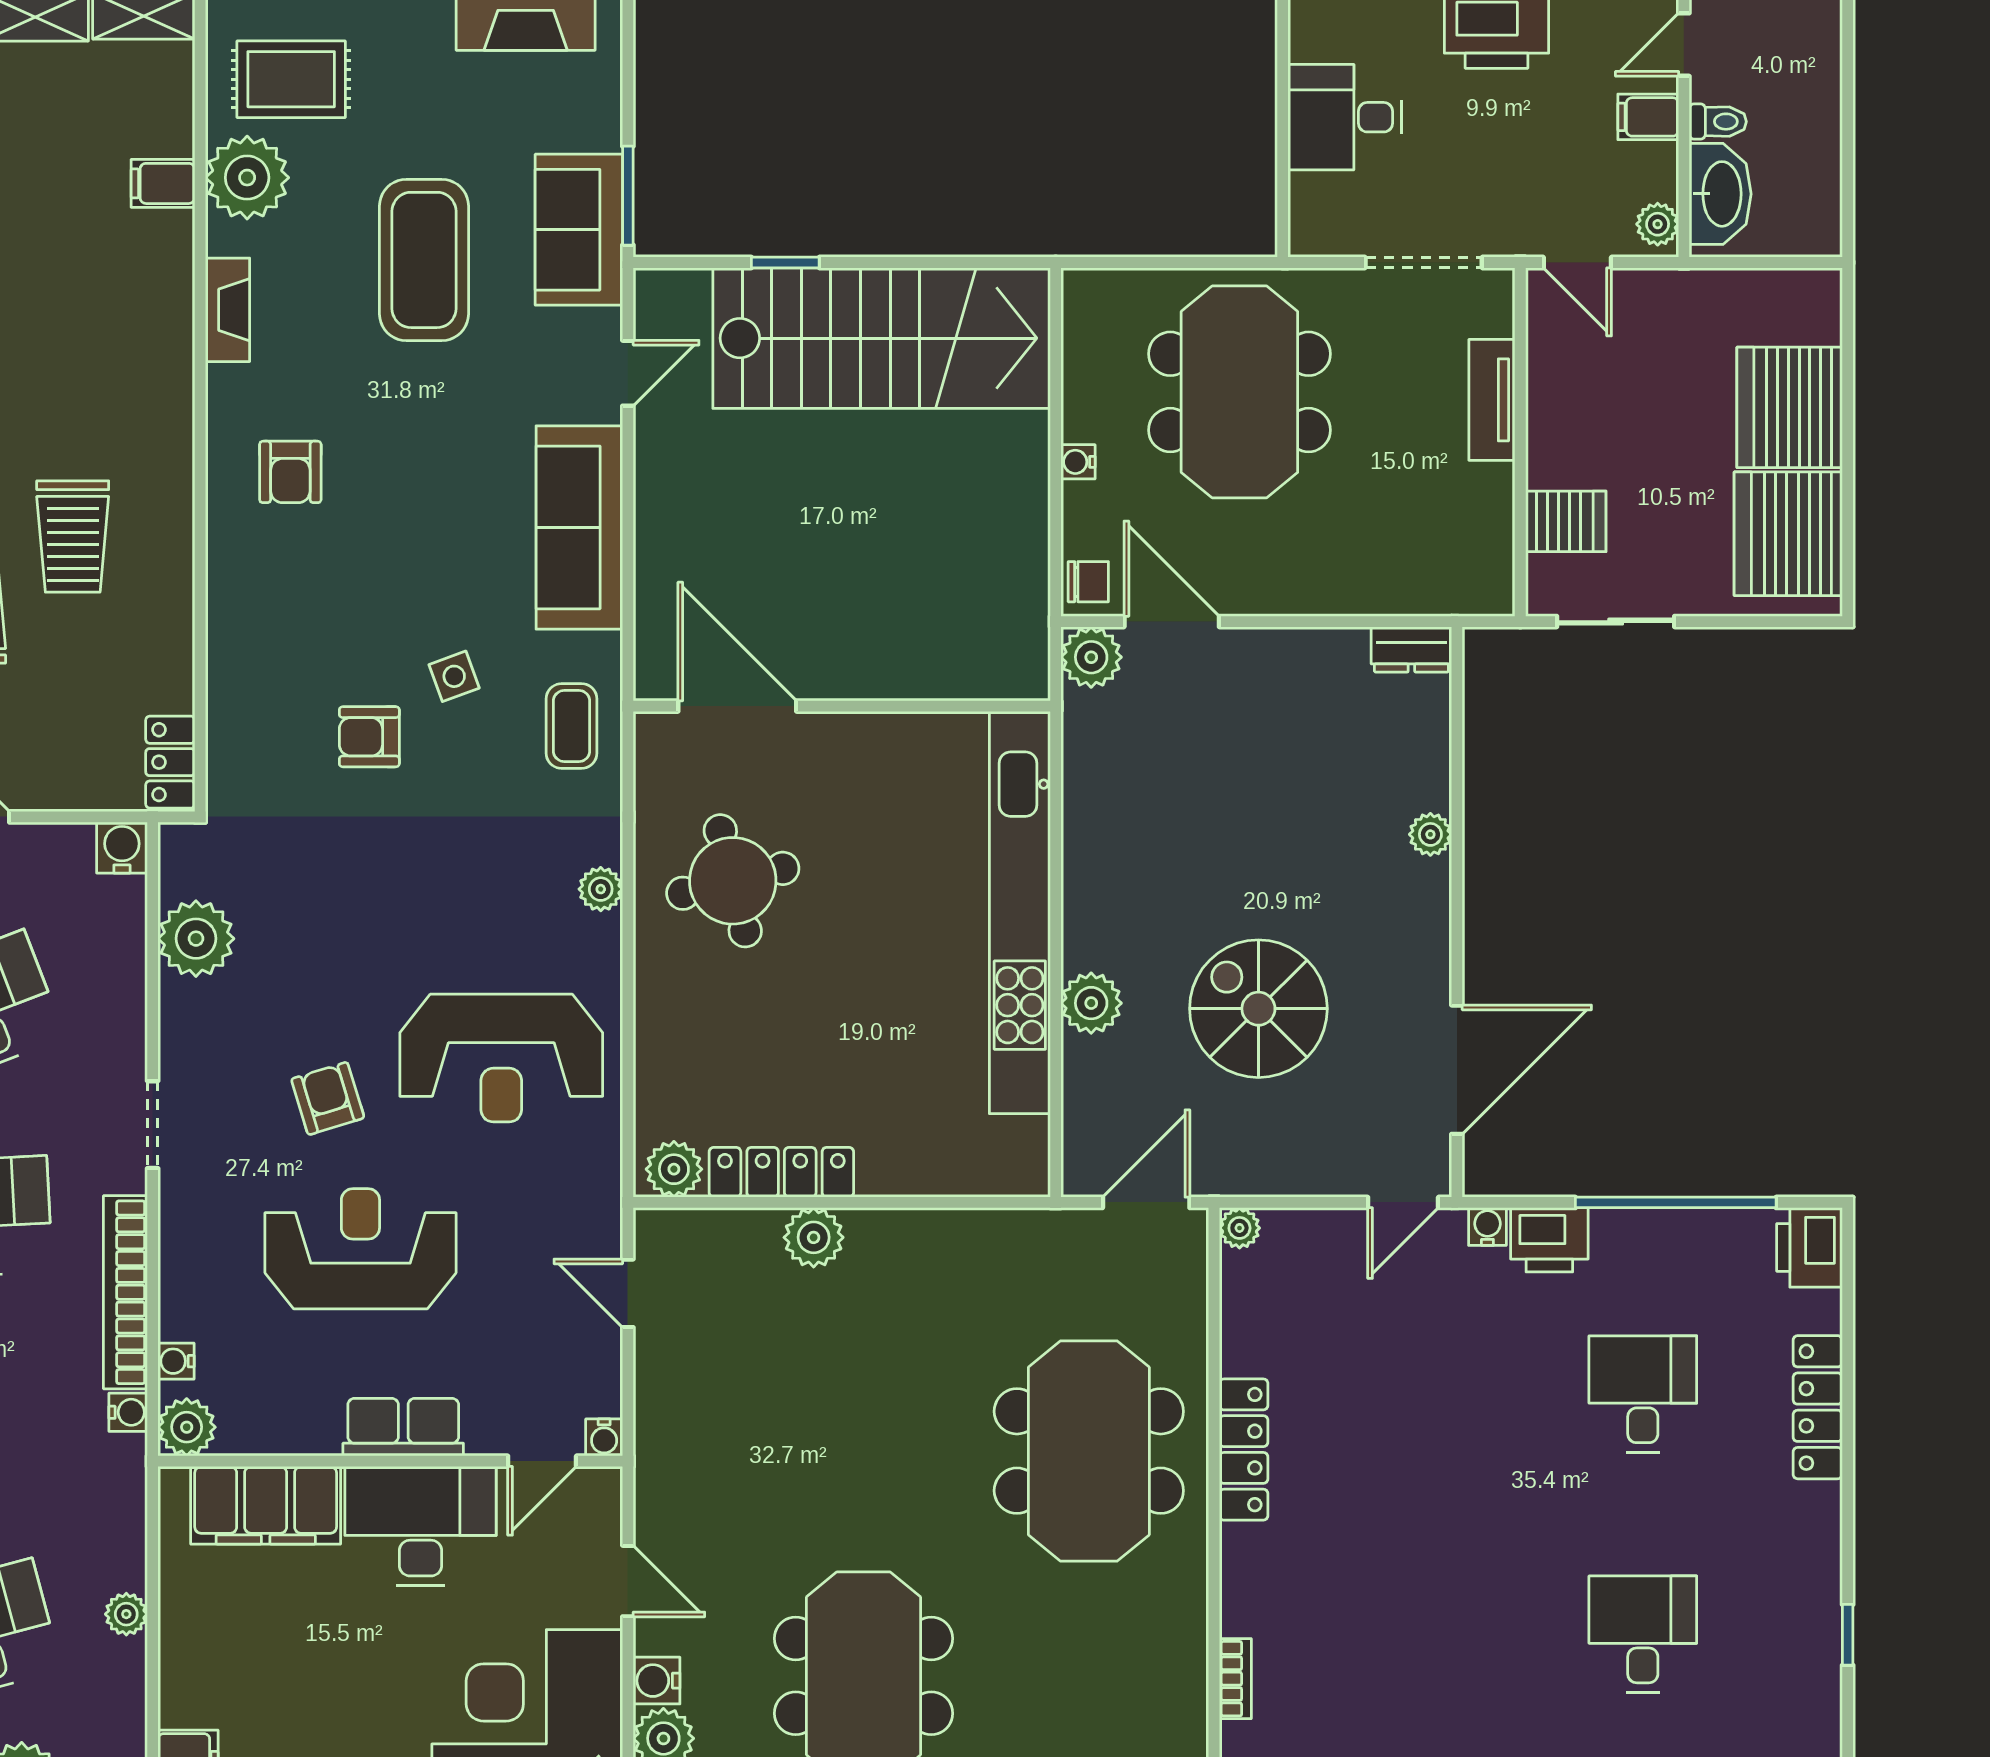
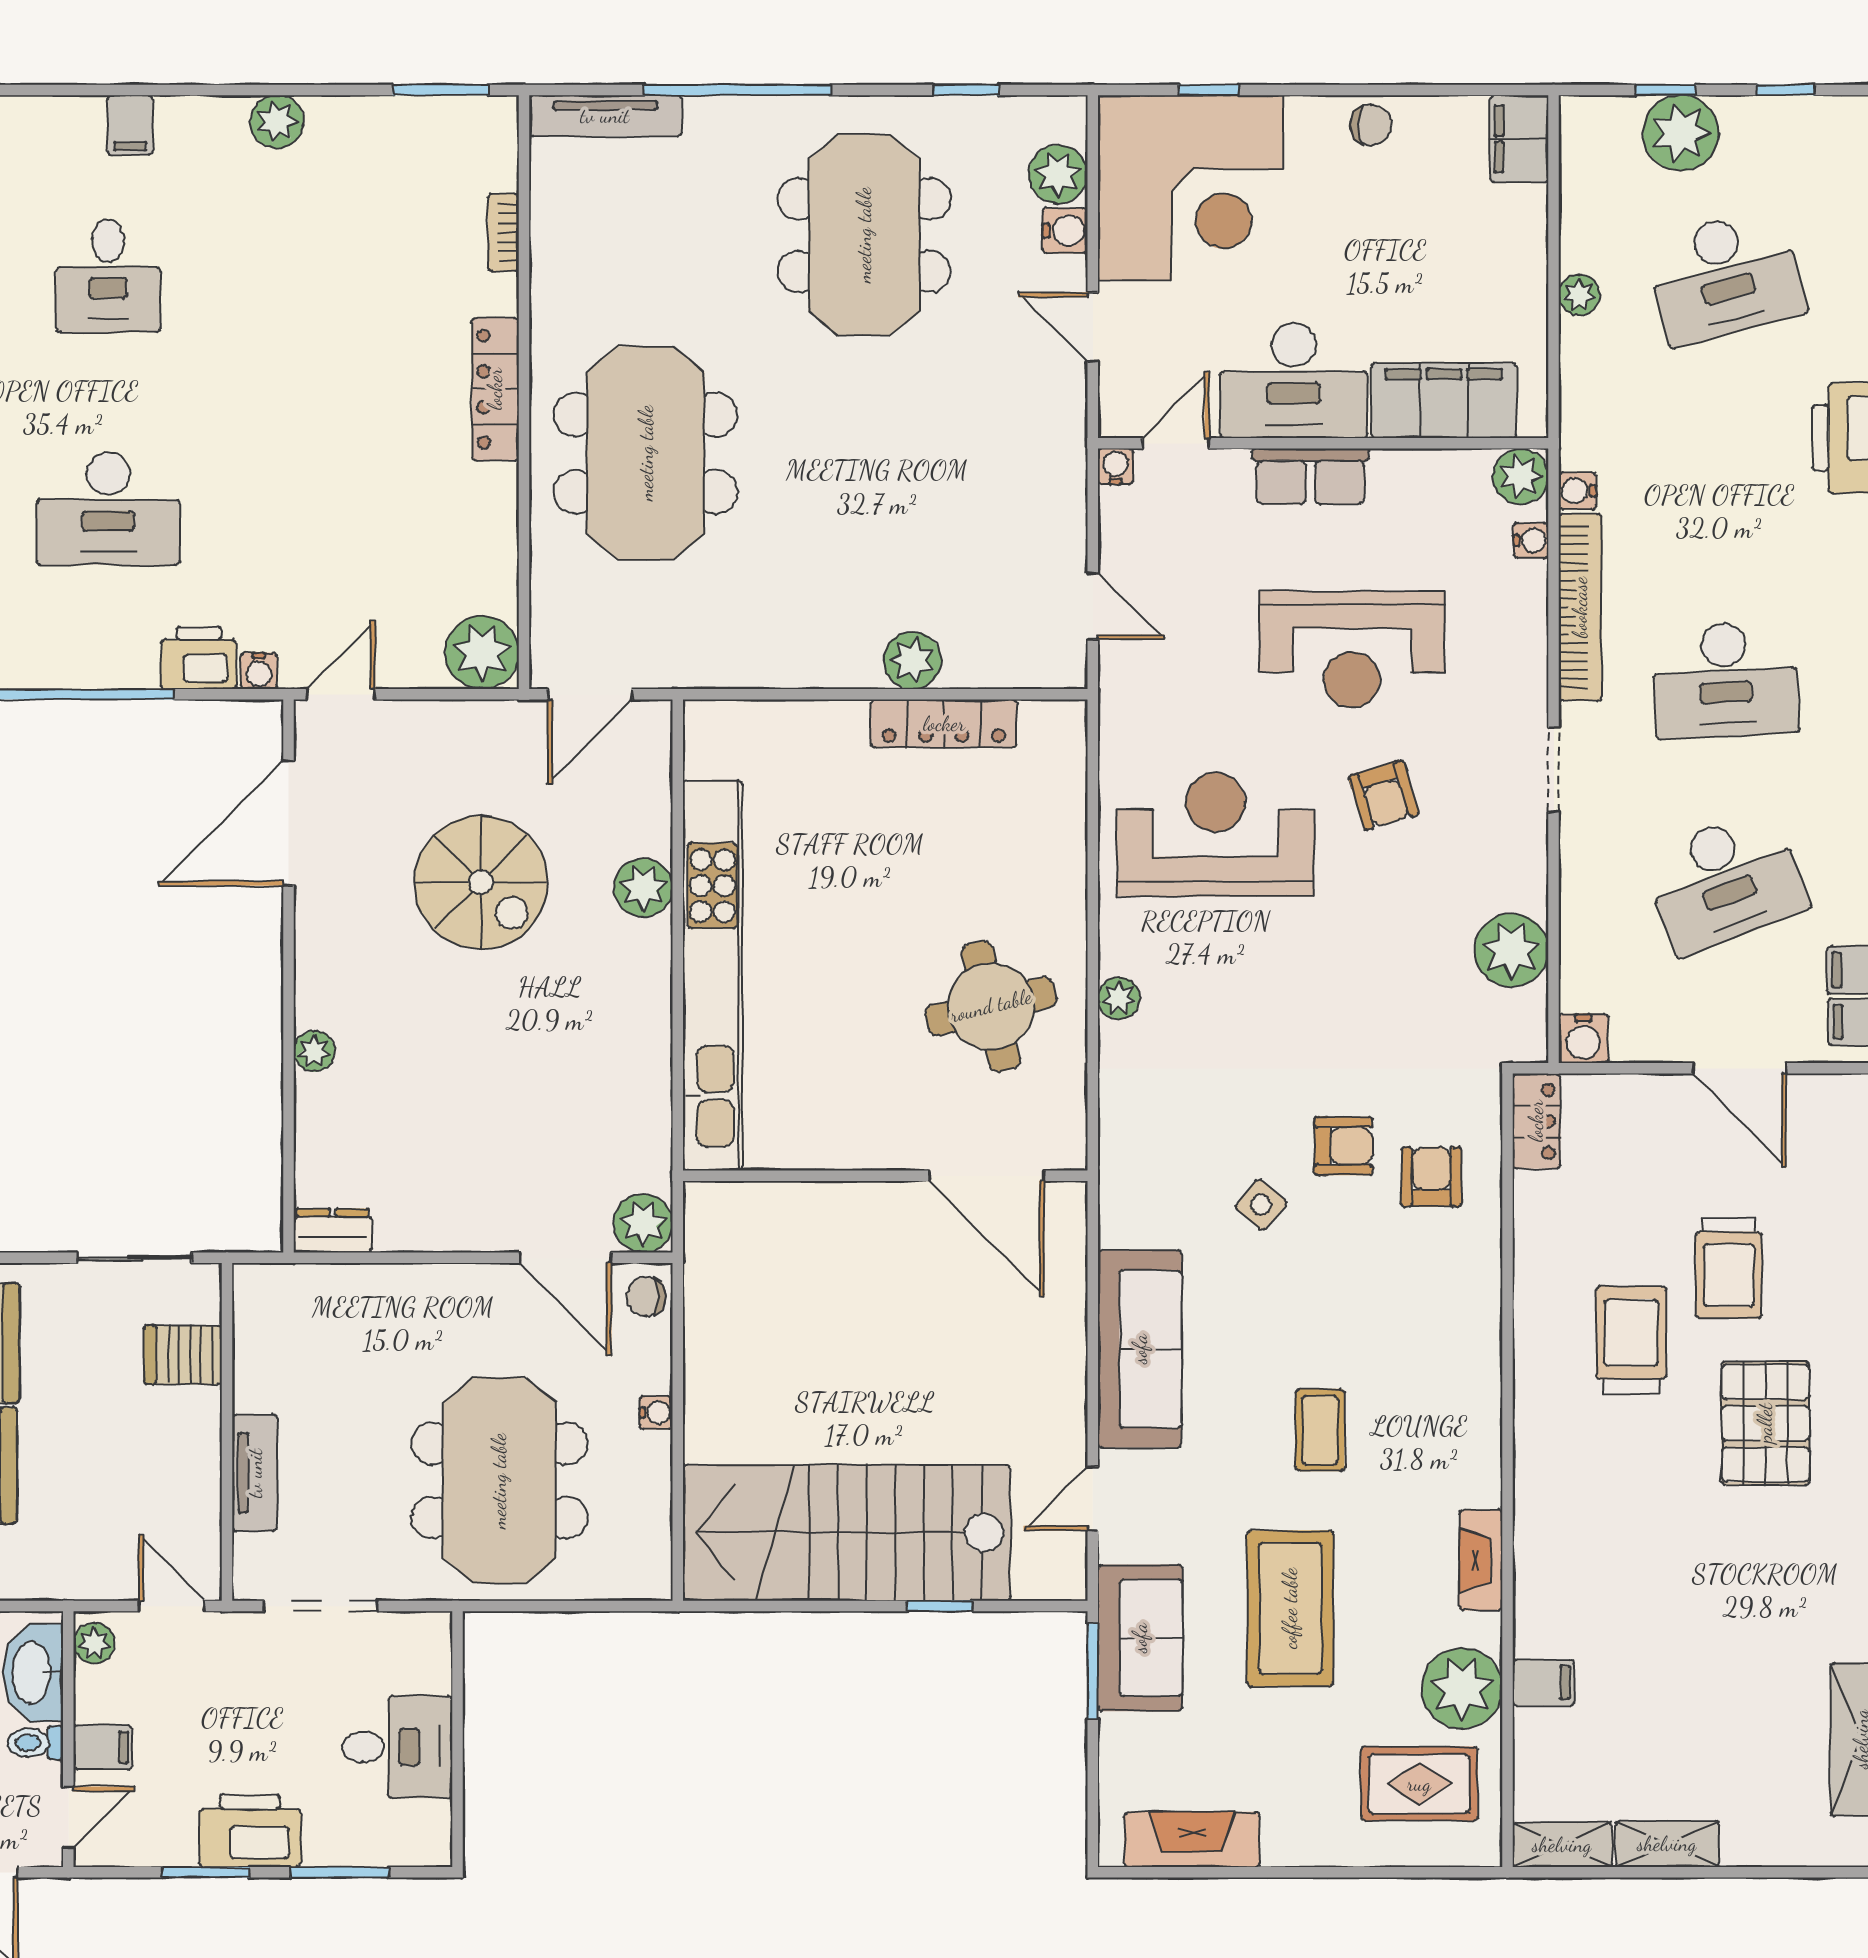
armchair: (290, 472) -> (1431, 1177), moved
side table: (454, 676) -> (1261, 1205), turned -30
coffee table: (572, 726) -> (1320, 1430), moved
plant: (674, 1169) -> (1048, 727), removed
plant: (1239, 1228) -> (482, 652), width x1.88, depth x1.88
desk: (1643, 1394) -> (108, 509), width x1.37
locker: (1244, 1450) -> (495, 389), moved

